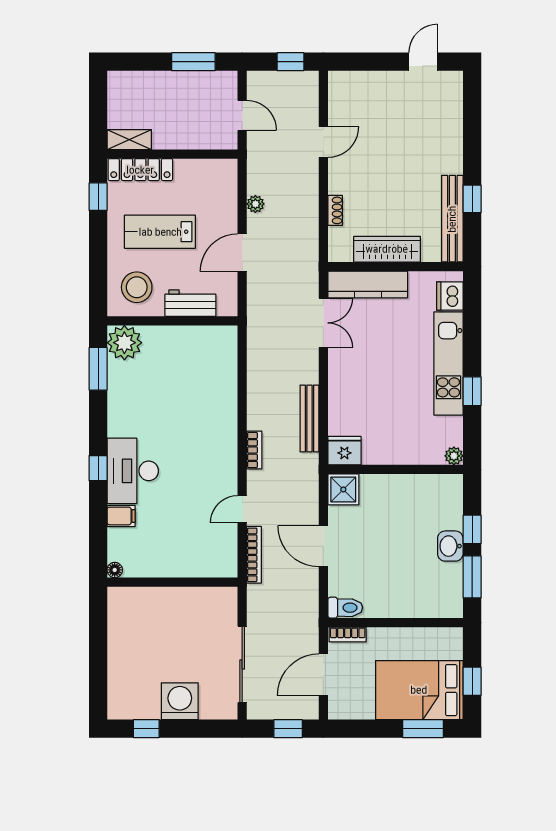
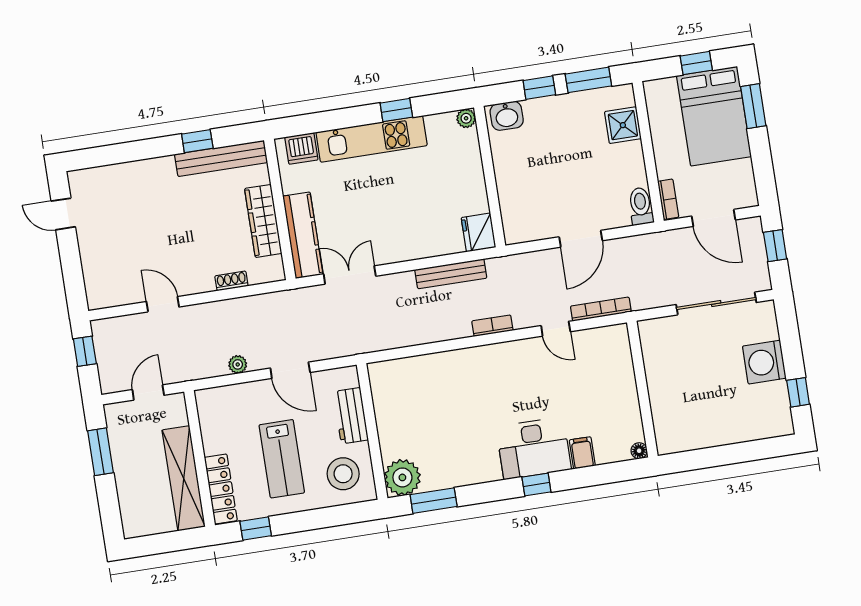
shelving: (129, 140) -> (184, 478), width x2.20, depth x1.33
shower: (343, 489) -> (623, 125), moved
washbasin: (450, 546) -> (507, 116), moved

